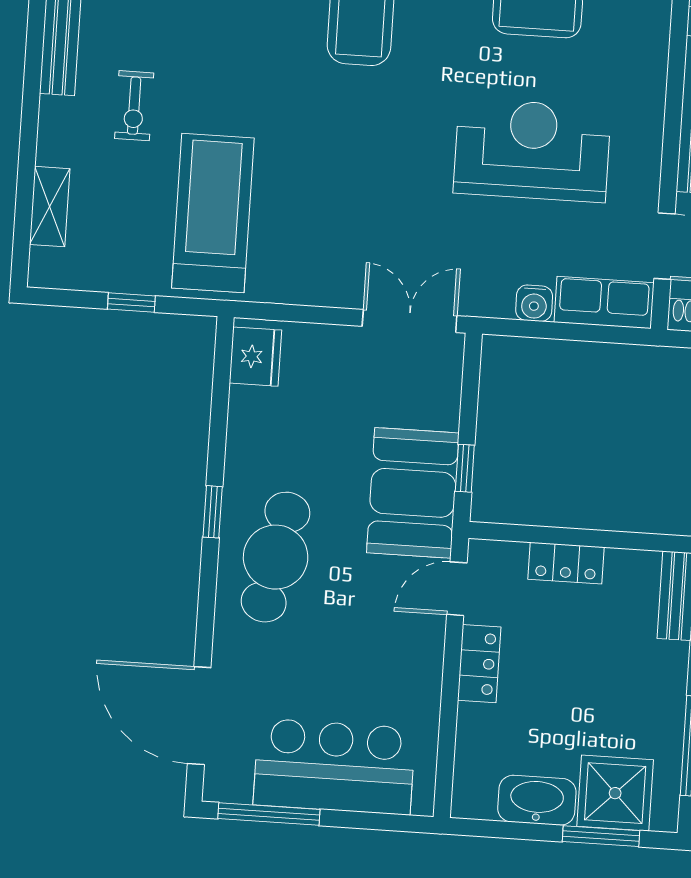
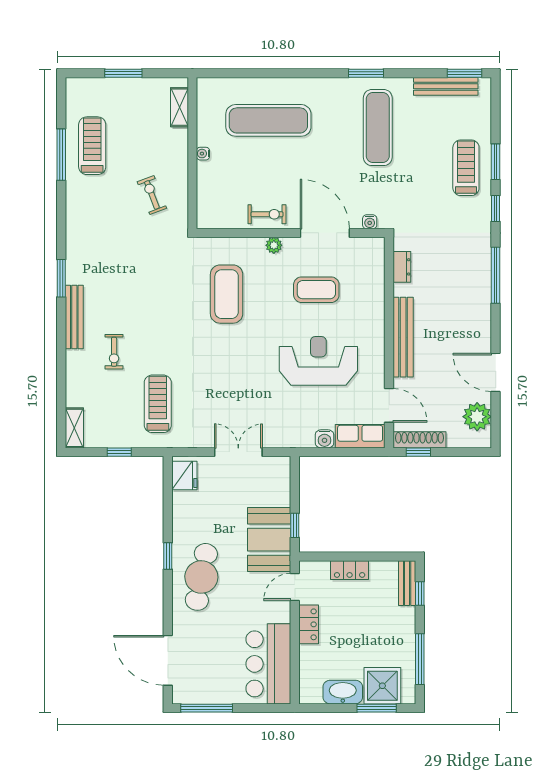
shelving: (50, 207) -> (74, 428), moved
treadmill: (213, 213) -> (158, 404), width x0.73, depth x0.73
double door: (410, 321) -> (238, 452), moved
bar counter: (334, 767) -> (268, 664), moved, turned -90

